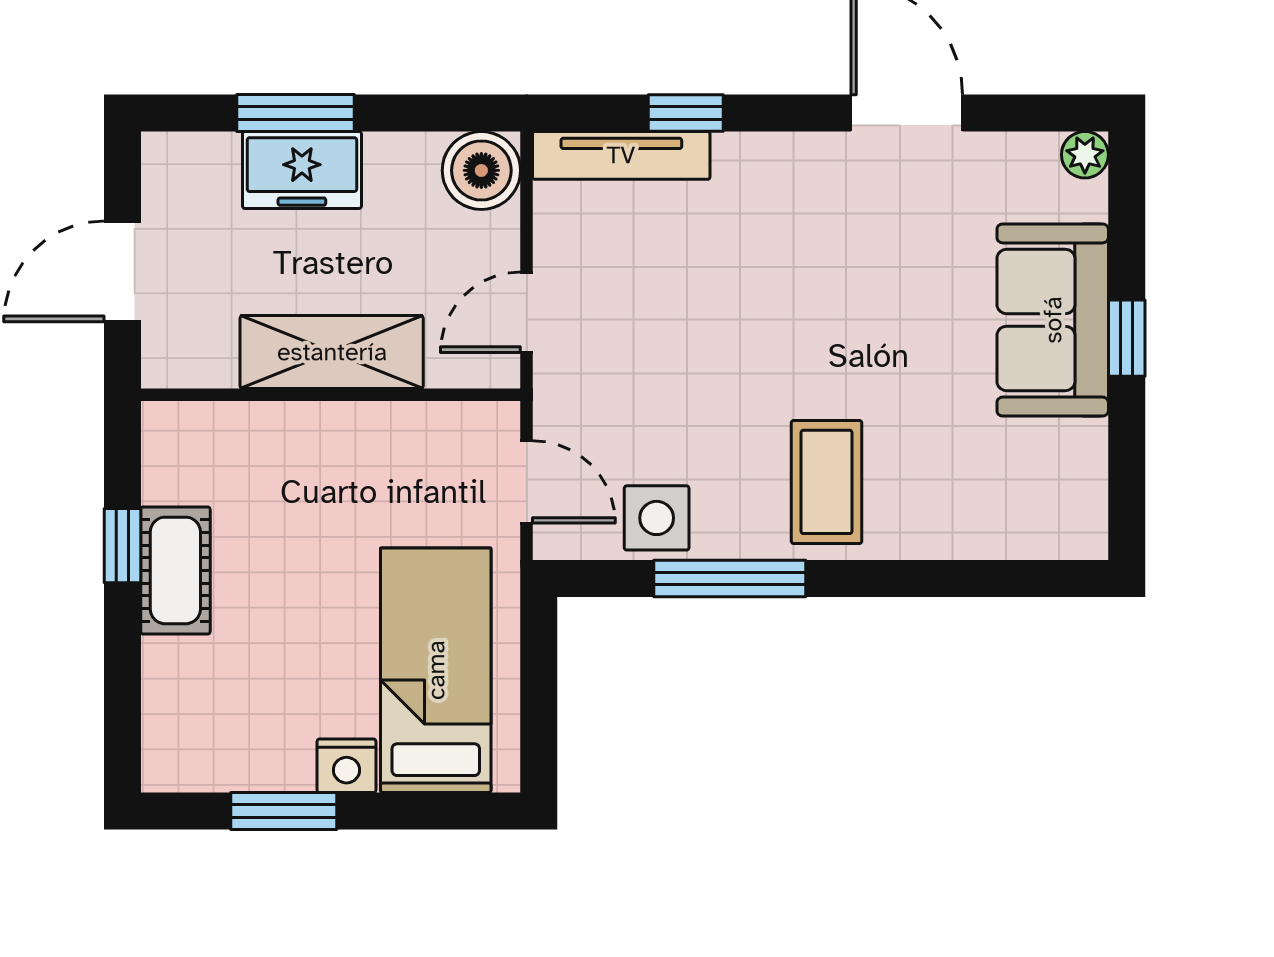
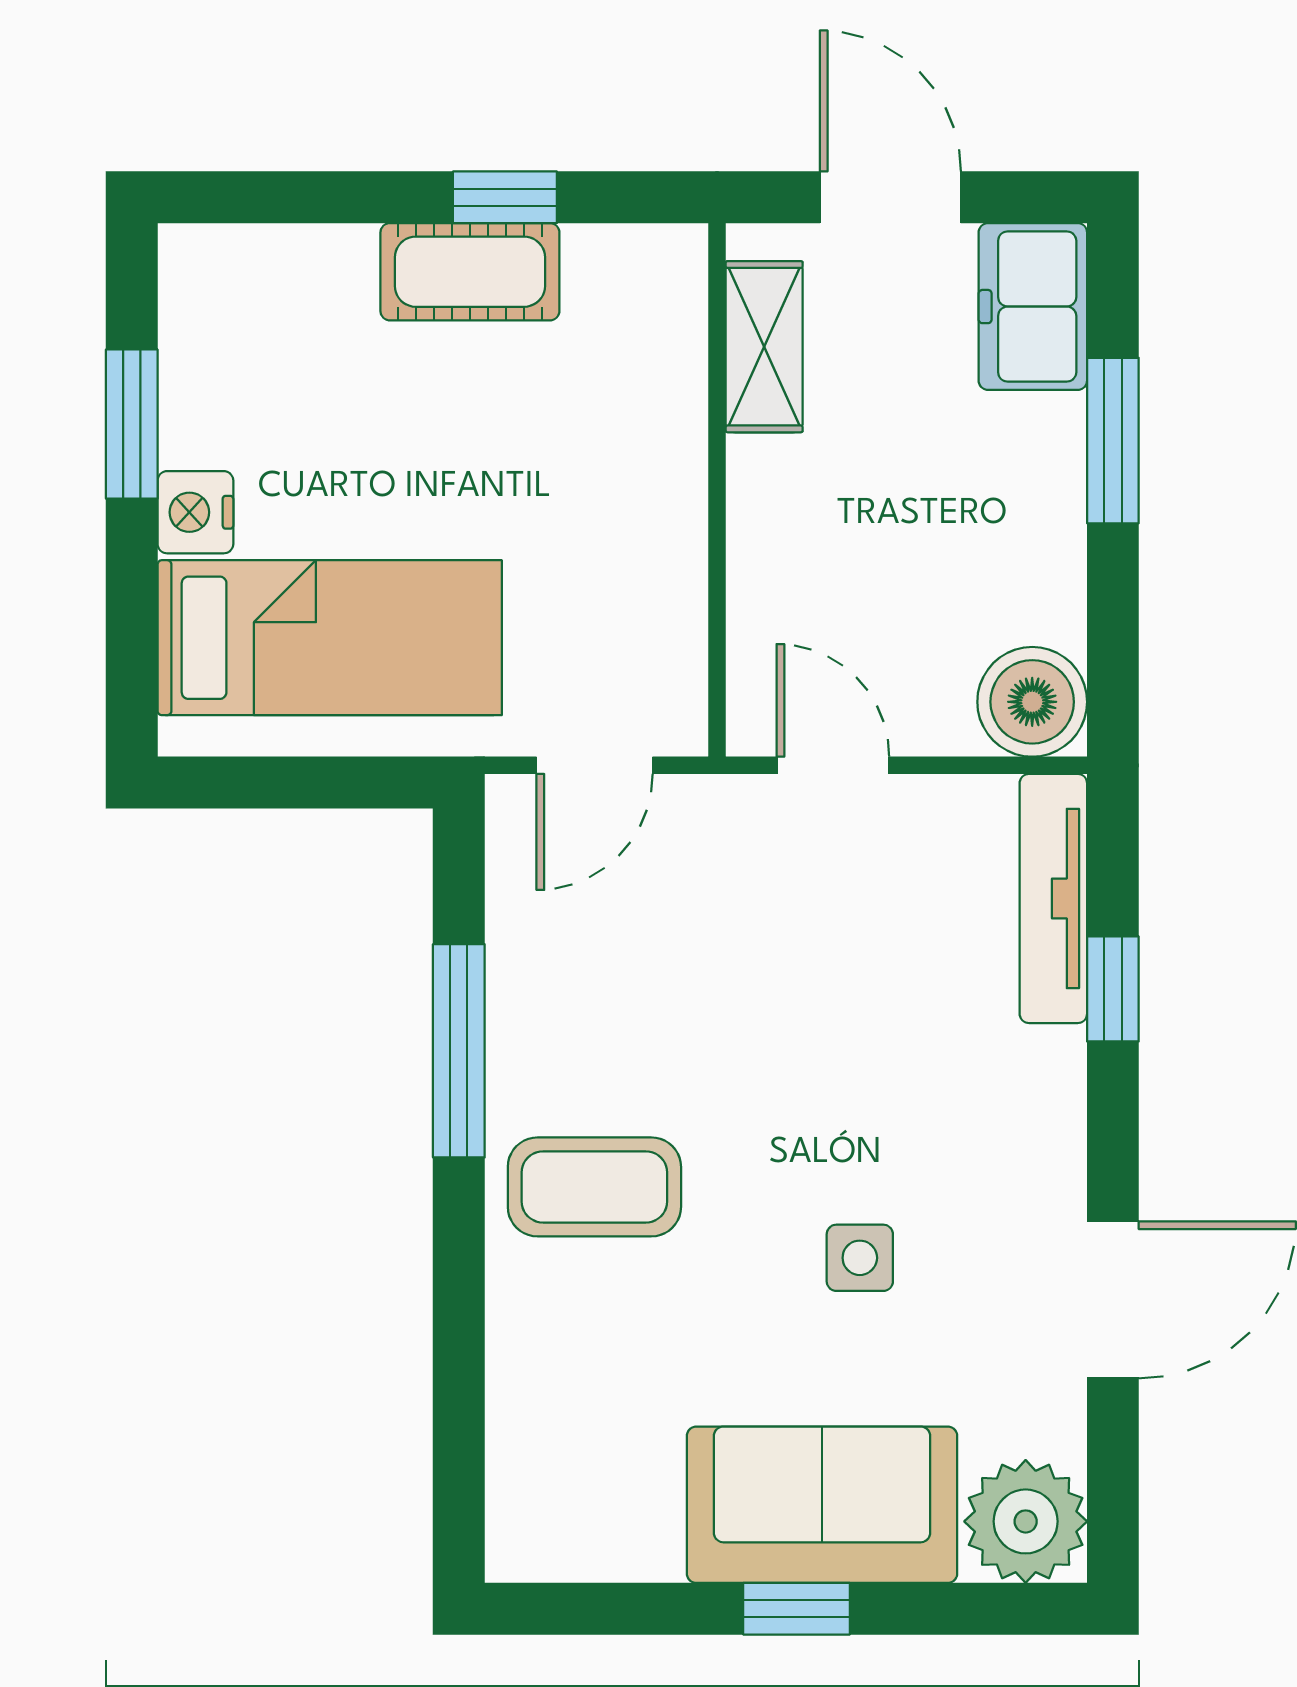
plant: (1085, 155) -> (1026, 1521), width x1.88, depth x1.88
freezer: (302, 170) -> (1033, 307), moved
shelving: (332, 352) -> (764, 347), moved, width x0.67, depth x0.75
side table: (657, 518) -> (860, 1258), moved, width x0.73, depth x0.73

